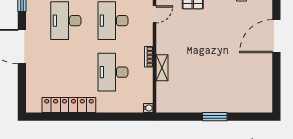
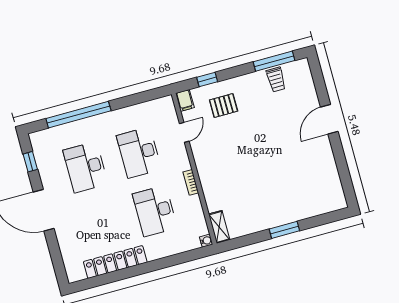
door: (276, 36) -> (329, 119), width x0.73
shelving: (162, 68) -> (219, 227), moved

